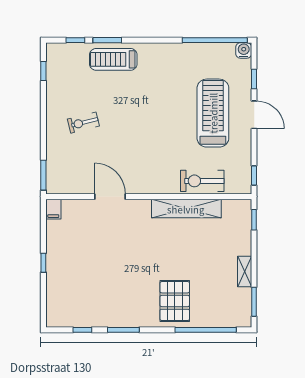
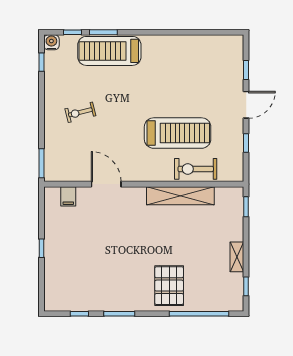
window: (215, 40) -> (208, 32), removed
water cooler: (244, 50) -> (51, 42), moved
treadmill: (113, 59) -> (109, 51), width x1.37, depth x1.38
treadmill: (213, 113) -> (178, 133), moved, turned 90
door: (254, 115) -> (246, 105), hinge flipped
window: (254, 175) -> (246, 143), moved
filing cabinet: (53, 209) -> (68, 196), moved
window: (254, 302) -> (246, 286), width x0.67

